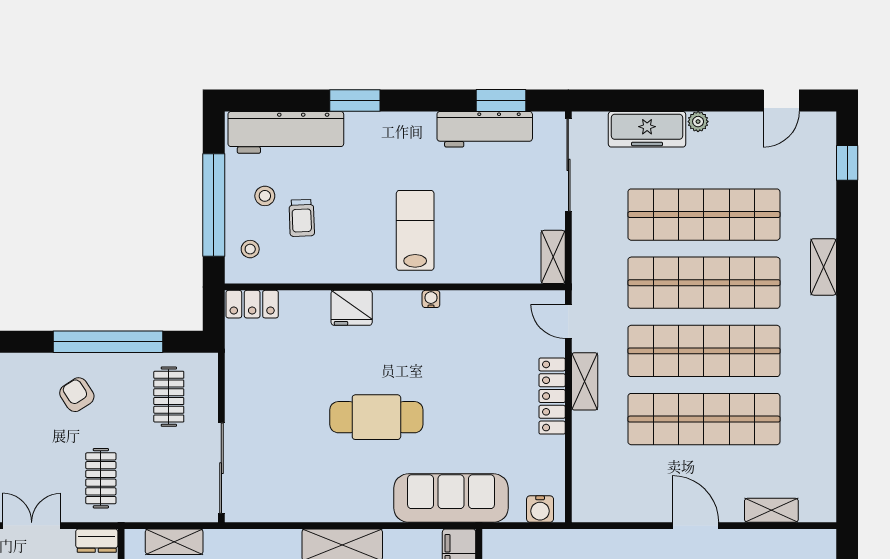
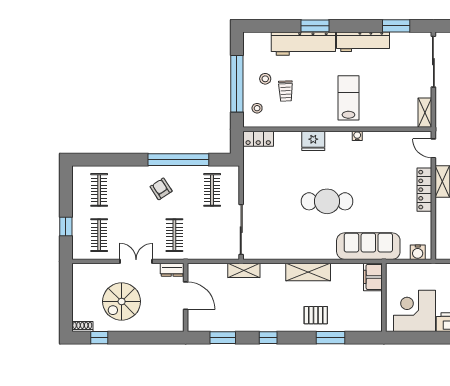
workbench: (485, 129) -> (363, 42), moved
workbench: (286, 132) -> (303, 44), moved
shelving: (174, 542) -> (244, 270), moved

